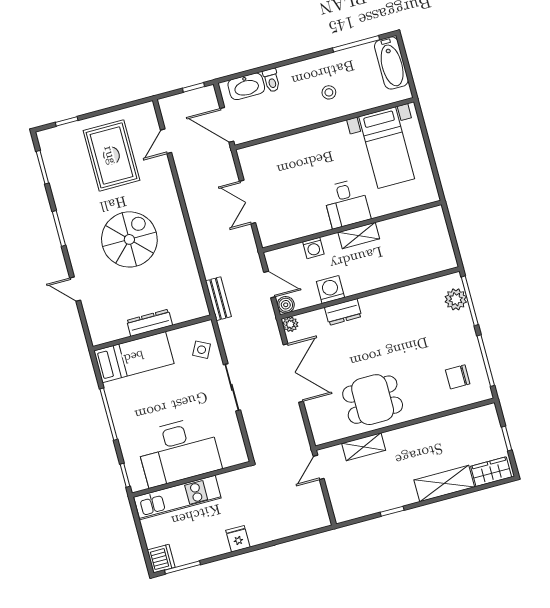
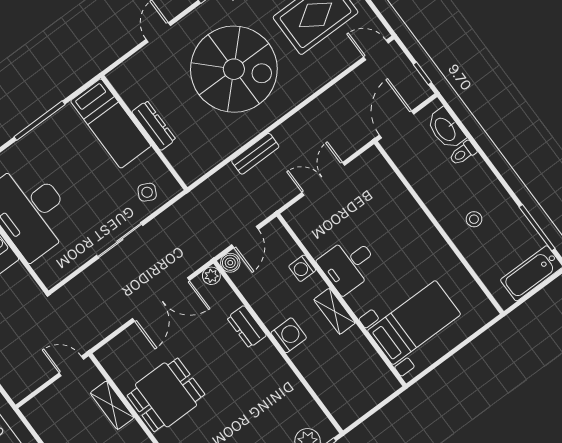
door: (166, 141) -> (376, 50), moved
bed with nightstands: (387, 148) -> (414, 323), moved, turned 180
desk: (346, 204) -> (348, 265), moved
spiral stairs: (129, 239) -> (234, 69), width x1.37, depth x1.37
washing machine: (330, 289) -> (289, 335), moved
bench: (218, 299) -> (255, 154), moved
dining table: (373, 400) -> (166, 395), turned 90

